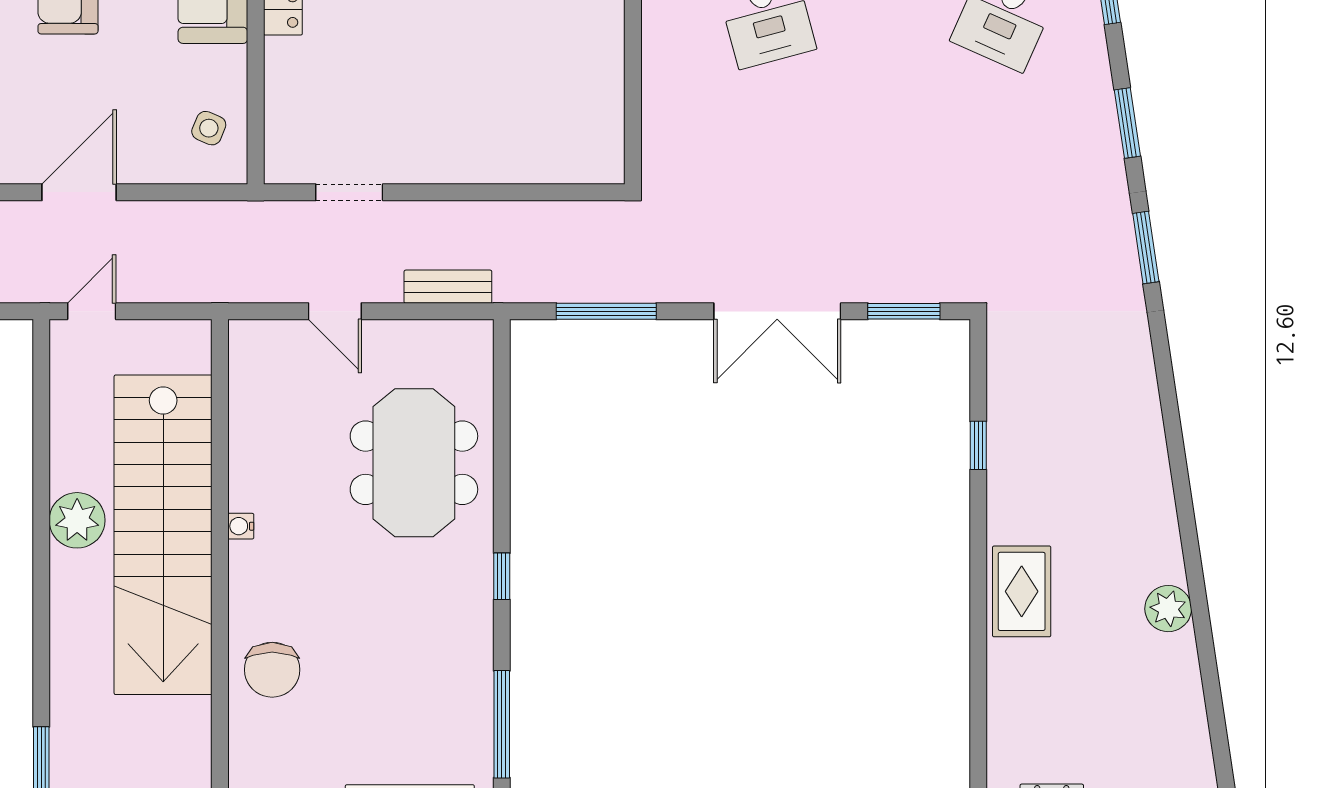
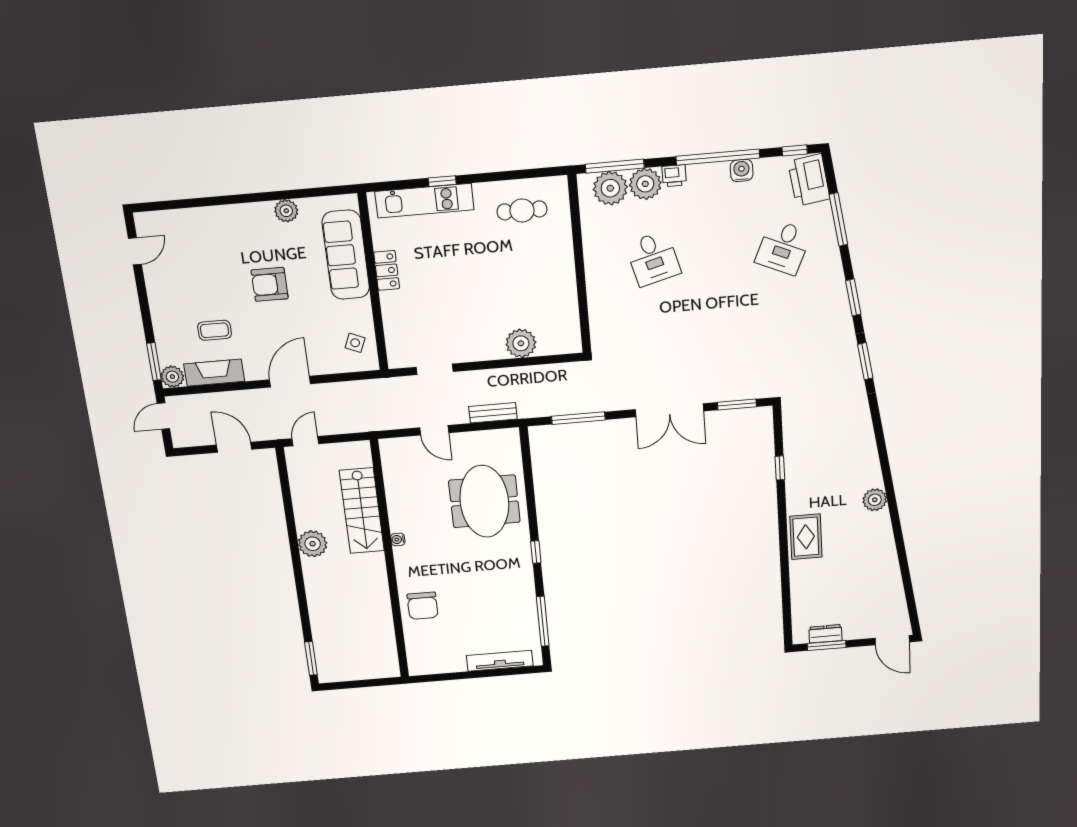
plant: (513, 156) -> (521, 343), added
stairs: (163, 535) -> (362, 511), width x0.54, depth x0.66
plant: (1168, 609) -> (875, 500), moved

